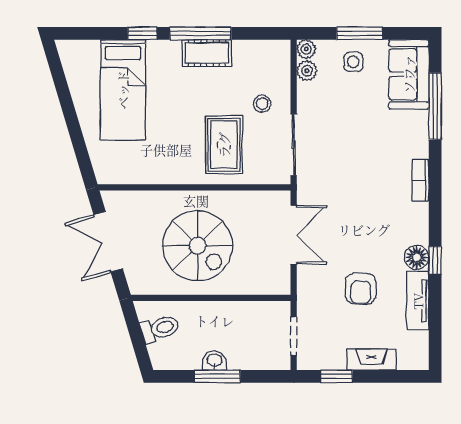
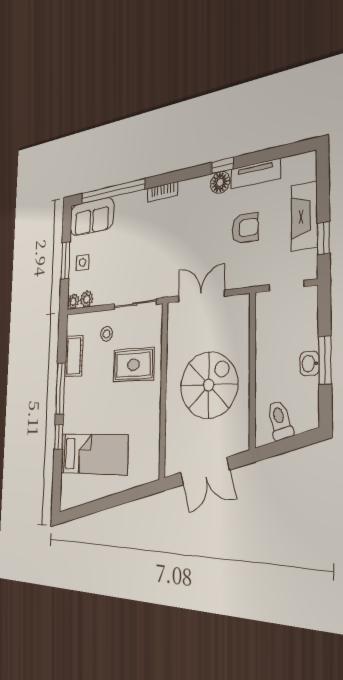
cot: (207, 53) -> (74, 356), moved
window: (435, 106) -> (113, 191), width x1.46
fireplace: (371, 360) -> (304, 216), width x1.37, depth x1.32

